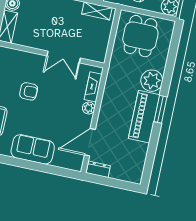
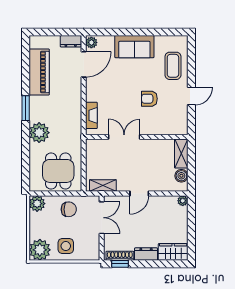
plant: (89, 108) -> (91, 42), moved
piano: (144, 117) -> (39, 72), moved

